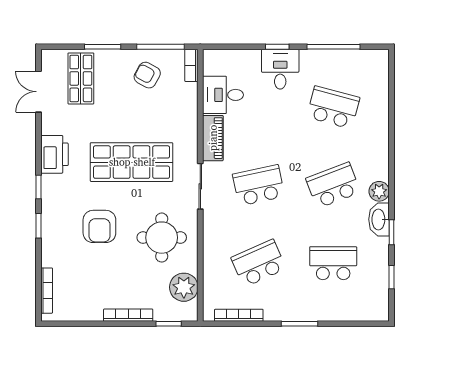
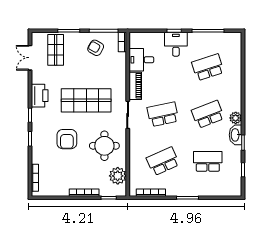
school desk: (333, 107) -> (208, 67), turned -33

